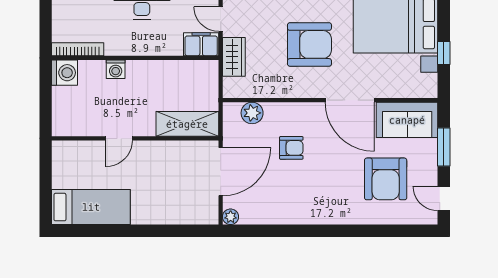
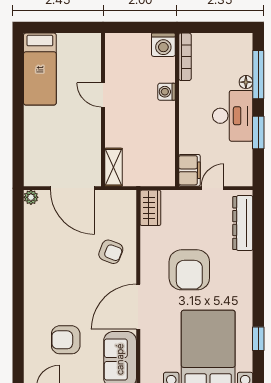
wardrobe: (234, 57) -> (150, 208), moved, turned -90
plant: (252, 113) -> (126, 217), removed
shelving: (187, 124) -> (114, 167), width x0.67, depth x0.75
armchair: (291, 148) -> (111, 252), moved, turned -69
armchair: (386, 179) -> (66, 340), width x0.73, depth x0.73

